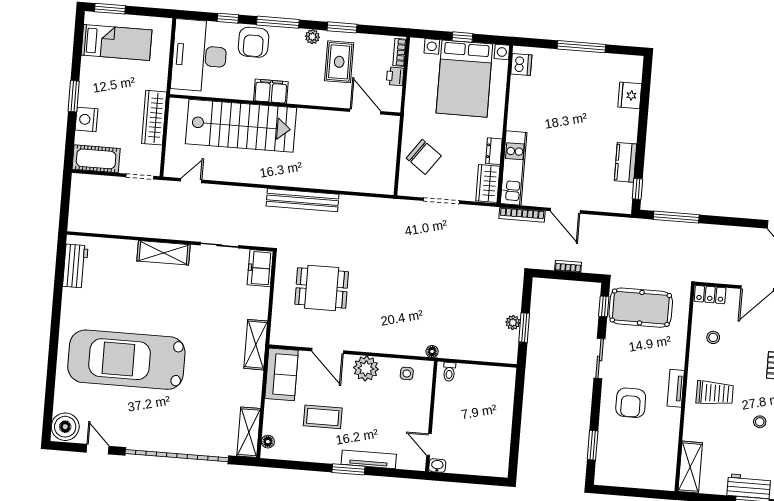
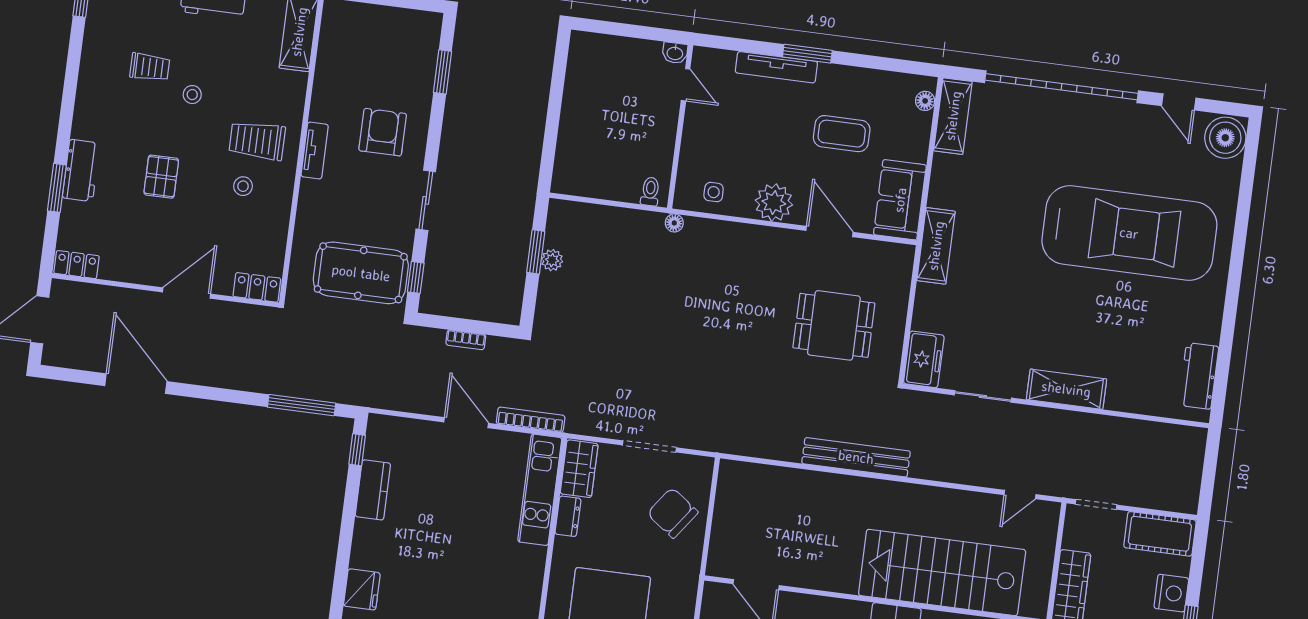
stool: (713, 337) -> (243, 186), moved

